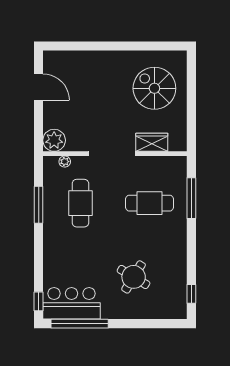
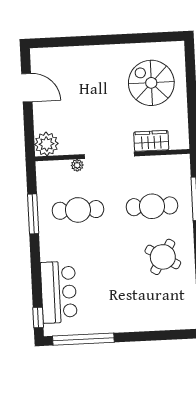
plant: (65, 162) -> (77, 165), moved
cafe table: (80, 203) -> (78, 210), turned 90
round table: (134, 277) -> (163, 257), moved
bar counter: (72, 303) -> (59, 292), moved, turned 90

